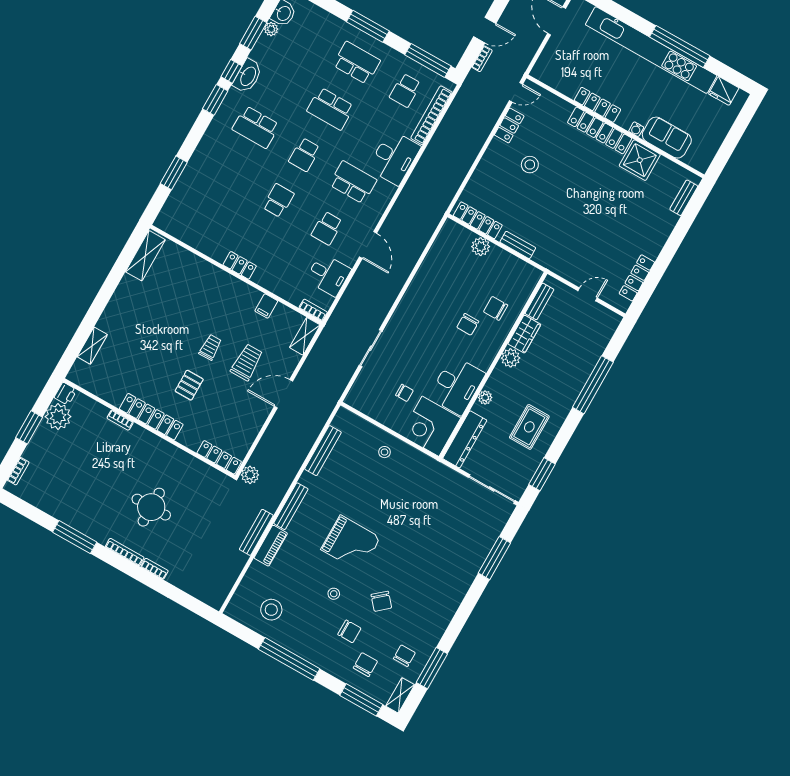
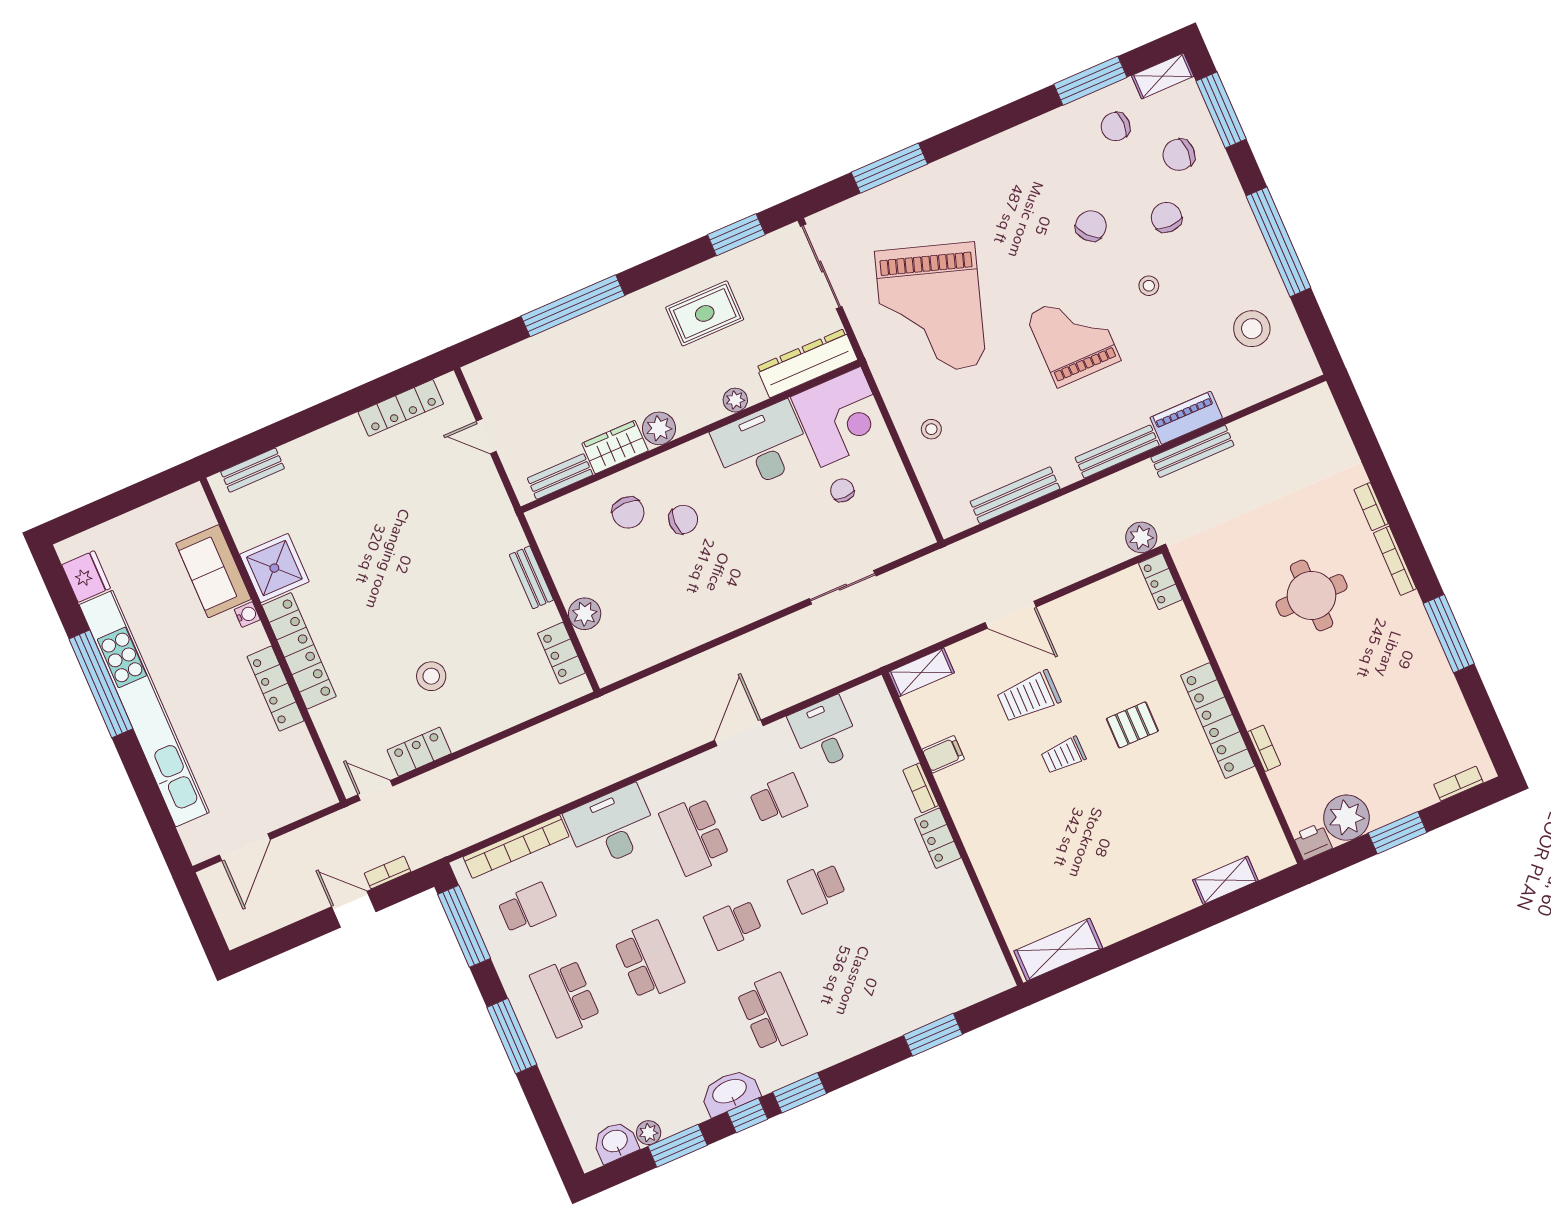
school desk: (304, 155) -> (733, 924), turned 180
locker: (478, 220) -> (561, 653), width x0.66
bookcase: (313, 310) -> (921, 788), moved
locker: (219, 457) -> (1160, 581), width x0.66
grand piano: (427, 507) -> (930, 309), added

